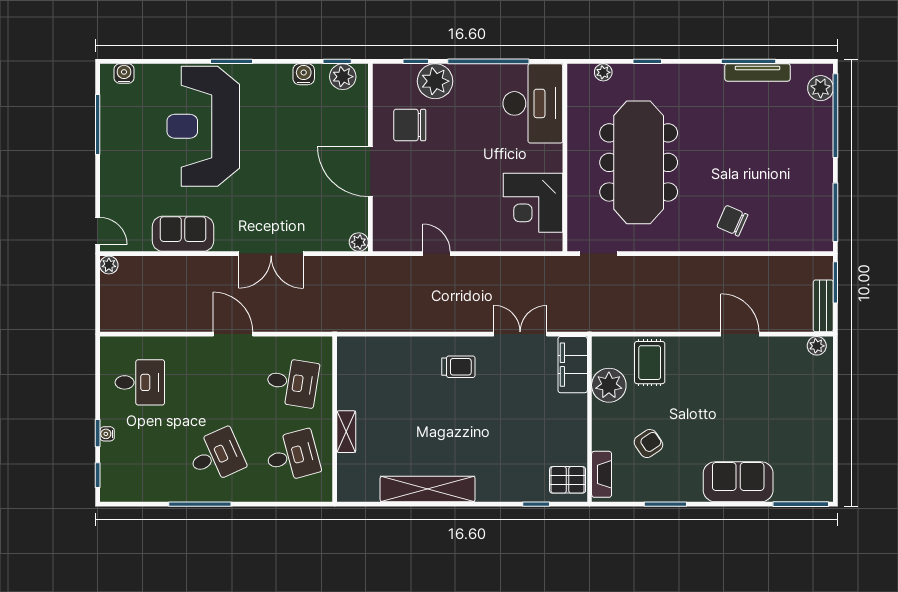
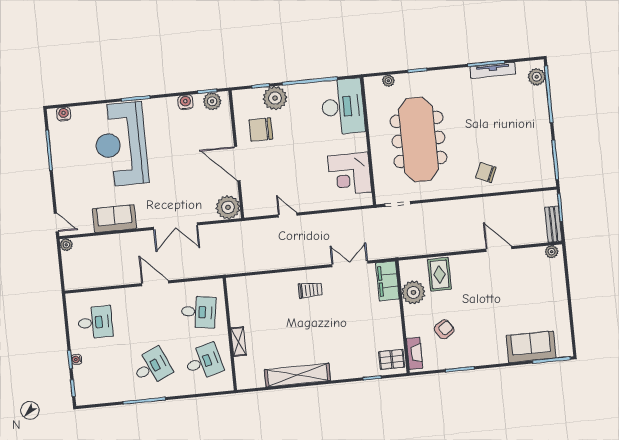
plant: (359, 242) -> (228, 207), width x1.88, depth x1.88
sofa: (738, 482) -> (531, 347), moved

